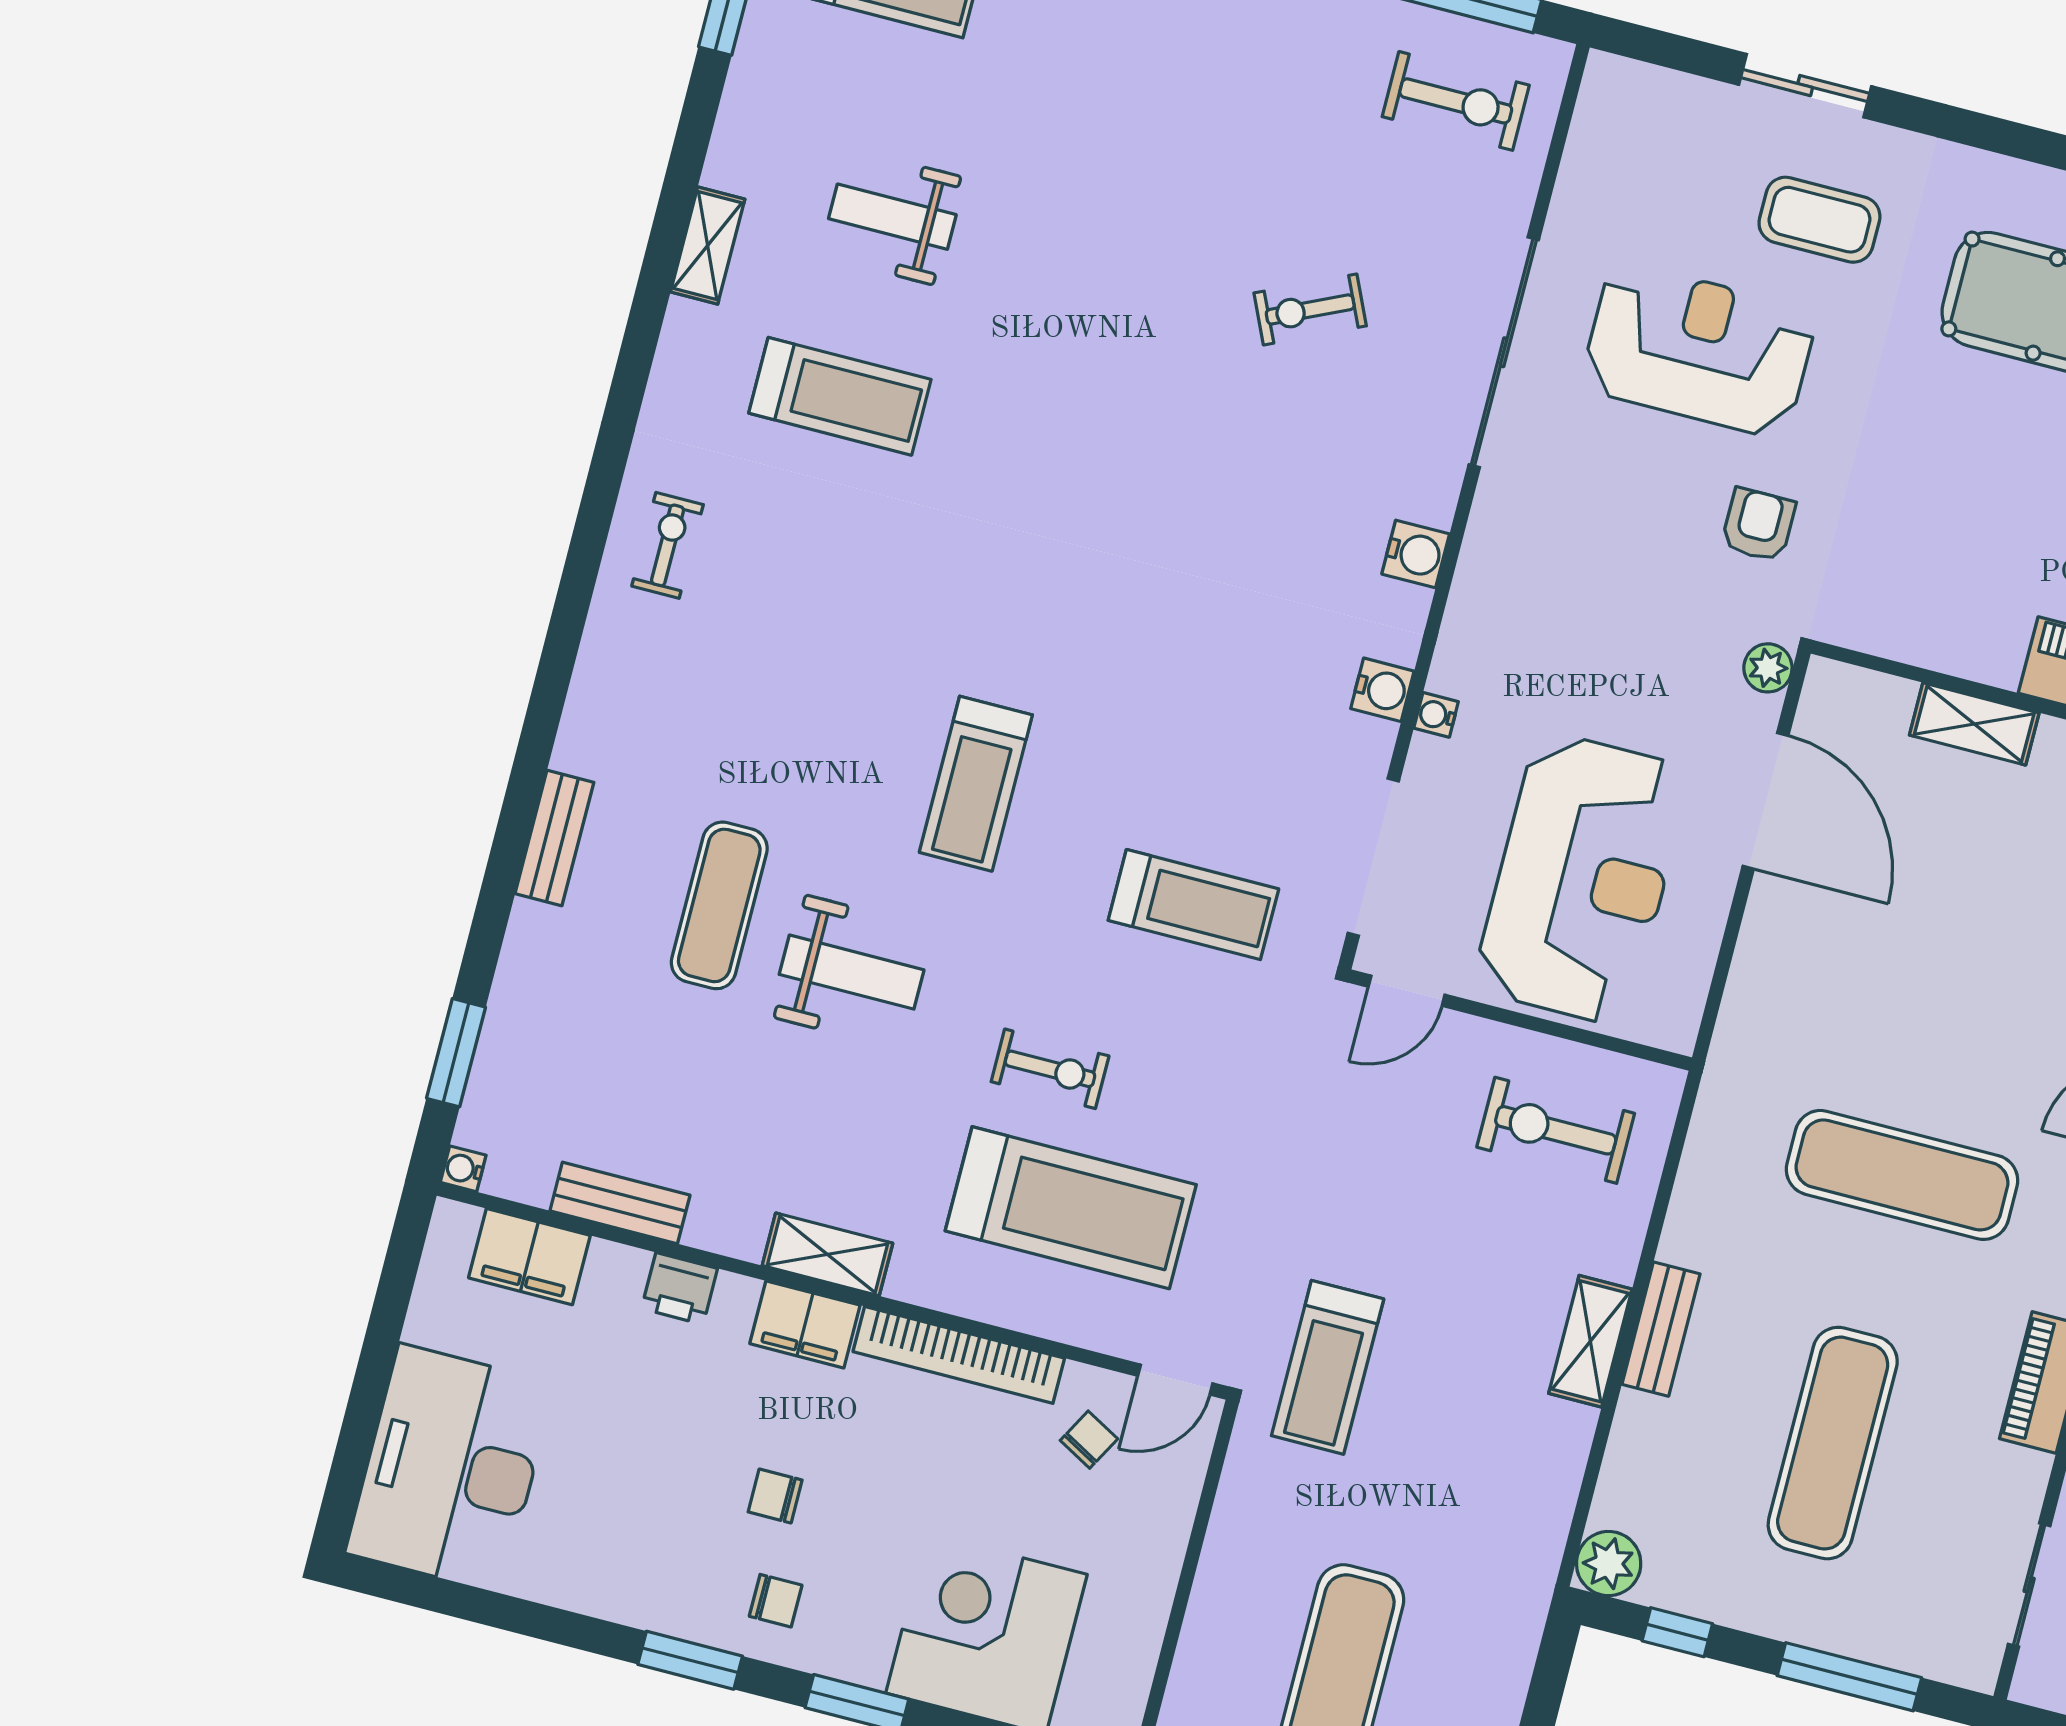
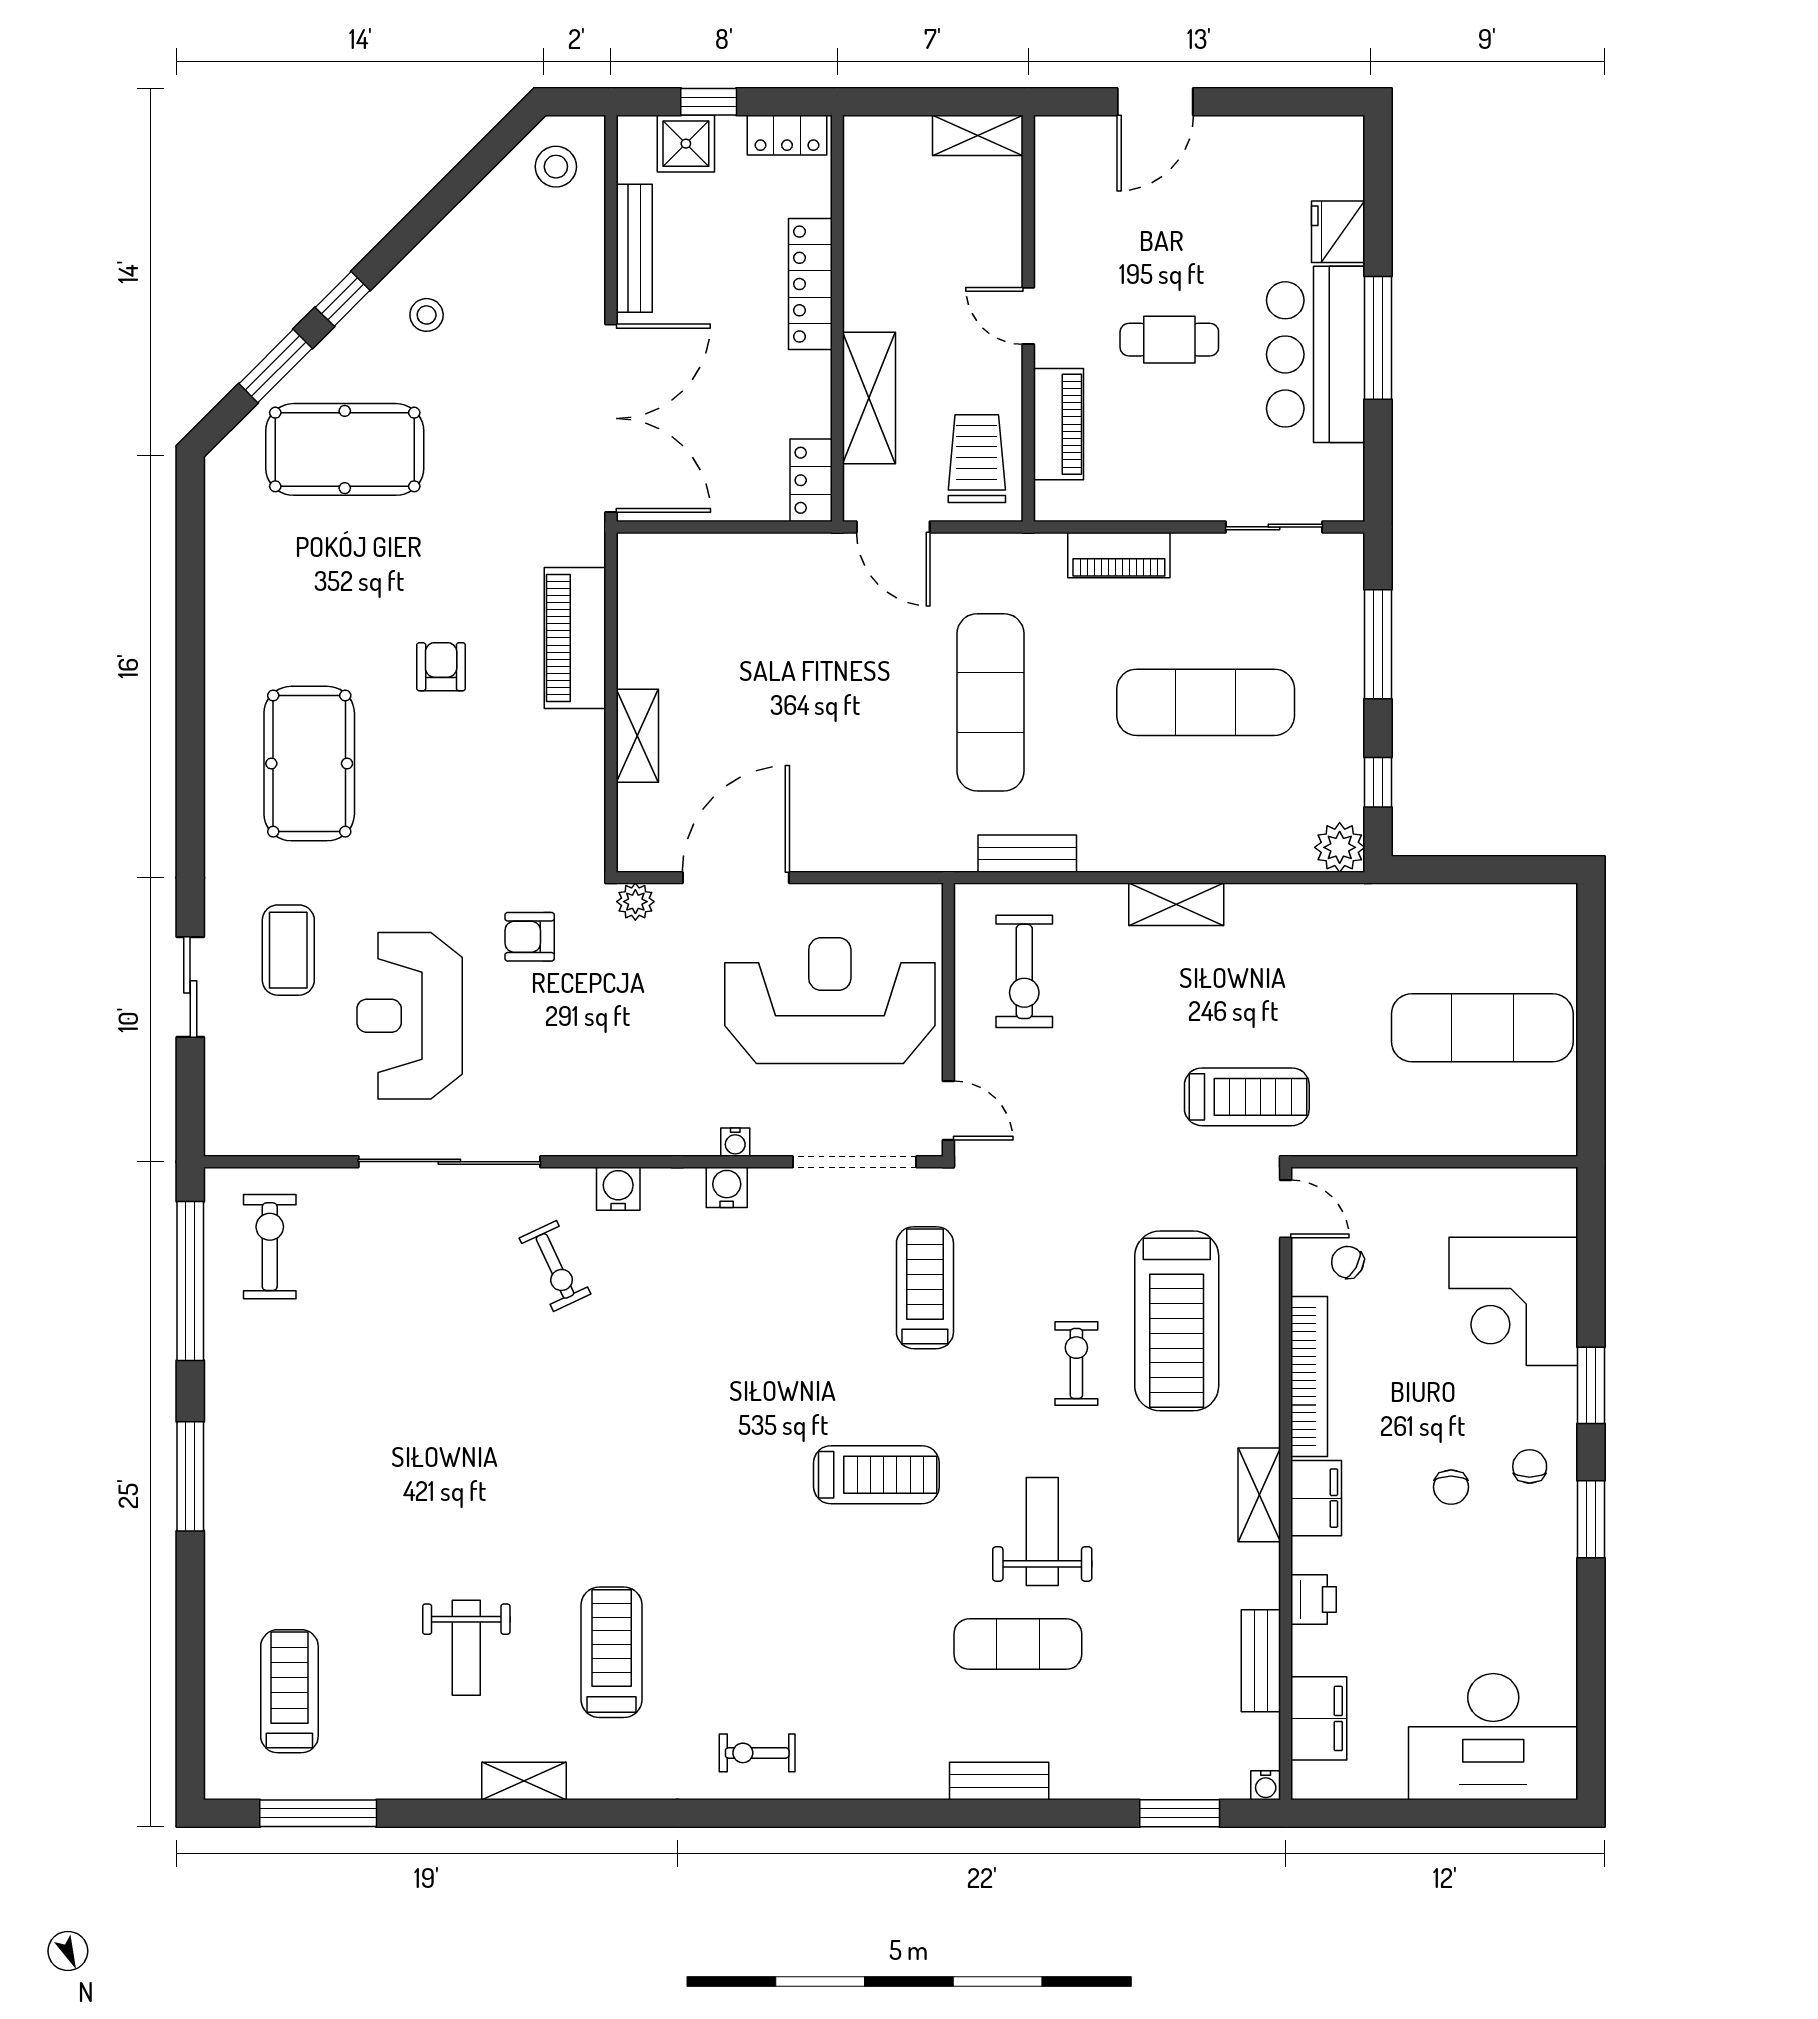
exercise bike: (1310, 309) -> (555, 1266), moved
treadmill: (1071, 1208) -> (1177, 1321), turned 180
bench: (1661, 1329) -> (1027, 854), moved

